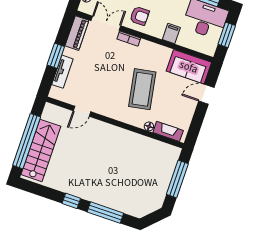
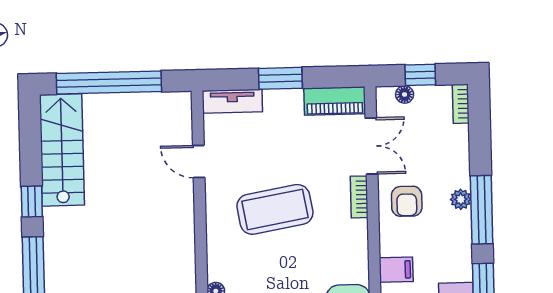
tv unit: (62, 72) -> (232, 101), moved
coffee table: (142, 89) -> (275, 209), moved
stairs: (41, 150) -> (62, 150), moved, turned -90

